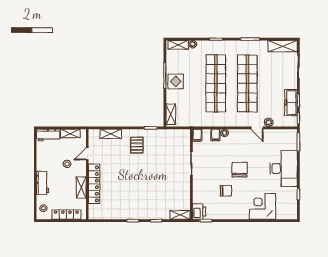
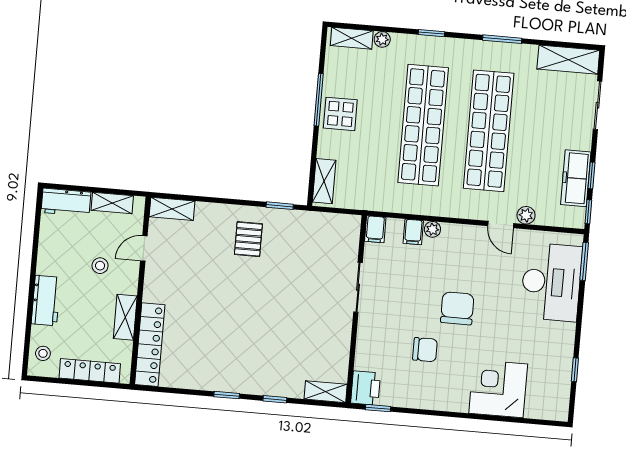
shelving: (111, 134) -> (172, 209), moved
desk: (284, 169) -> (551, 282), moved
locker: (94, 184) -> (150, 345), moved

